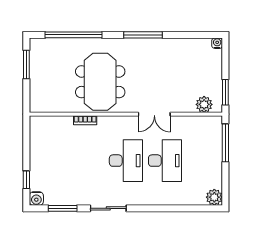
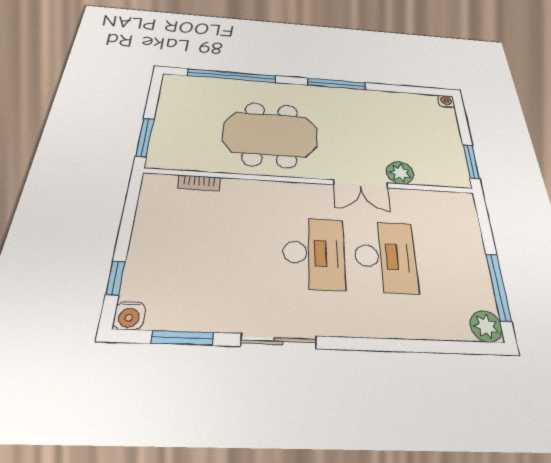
window: (26, 64) -> (145, 137), moved
meeting table: (100, 82) -> (270, 134), turned 90
plant: (204, 104) -> (400, 173), moved
bookcase: (85, 120) -> (199, 183), moved
window: (225, 143) -> (498, 287), moved

